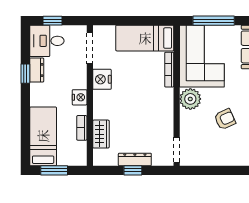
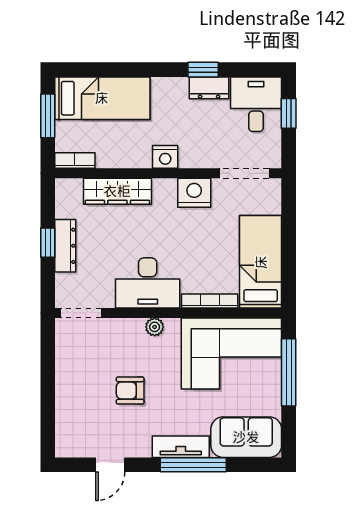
plant: (190, 99) -> (155, 327), width x0.53, depth x0.53
desk: (158, 108) -> (148, 283), added
armchair: (225, 119) -> (130, 390), turned 114
bookcase: (82, 128) -> (75, 160), moved
wardrobe: (101, 134) -> (117, 191), width x1.50

